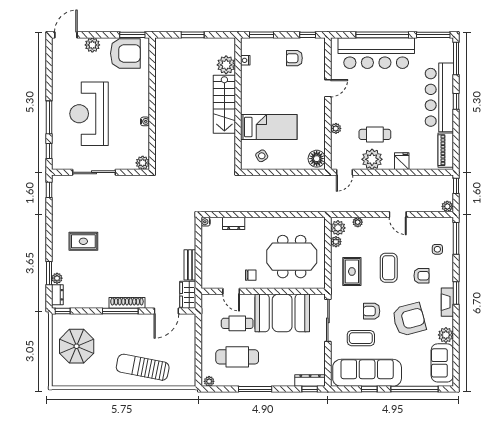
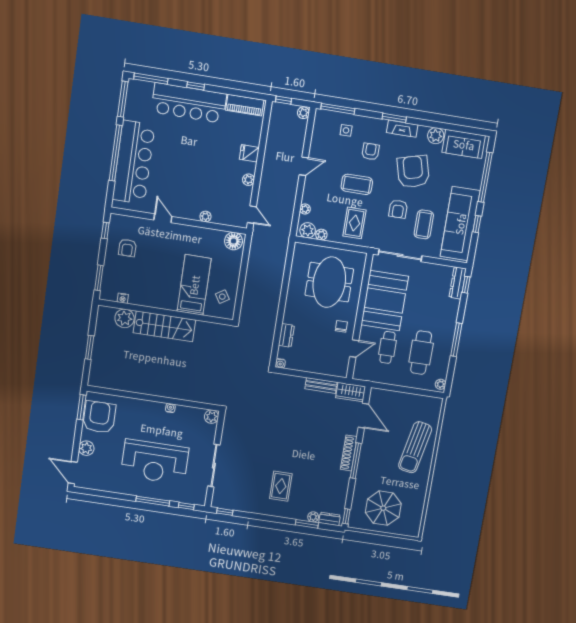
cafe table: (375, 134) -> (218, 177), removed
plant: (372, 159) -> (248, 180), width x0.53, depth x0.53
rug: (352, 272) -> (354, 223), turned 90

